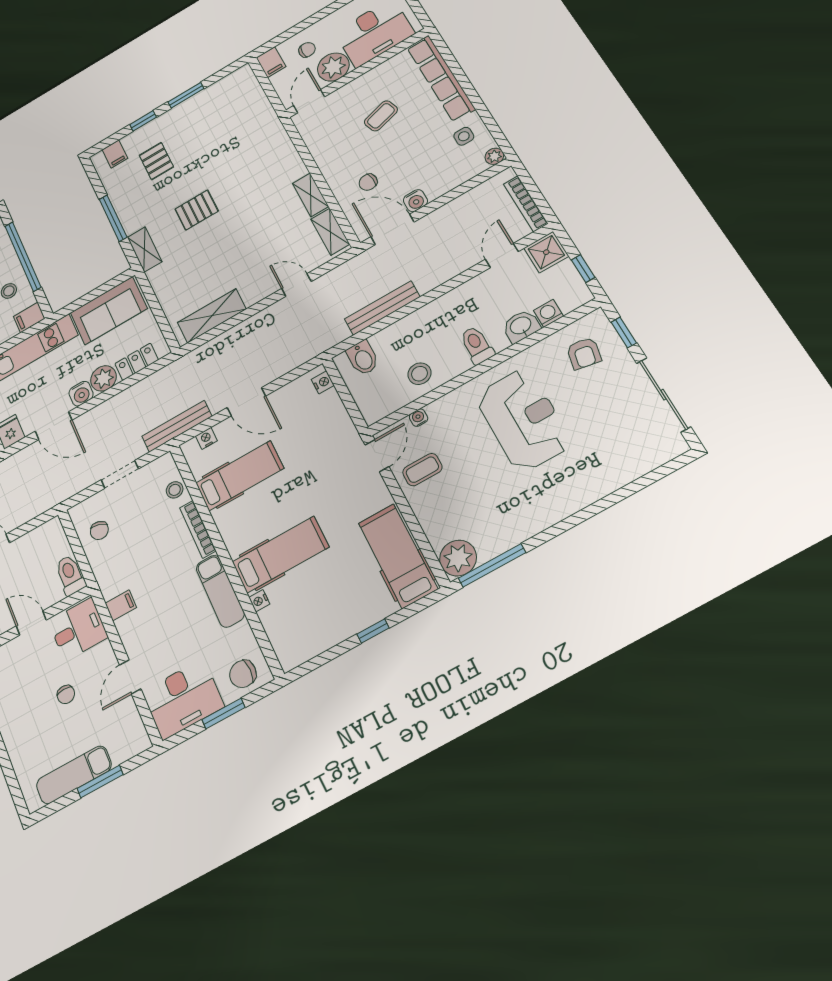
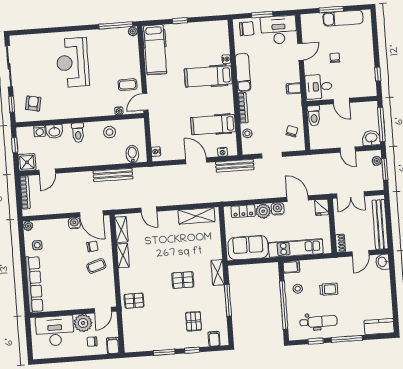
coffee table: (381, 116) -> (96, 266), moved
pallet: (264, 140) -> (134, 301), added
reception desk: (523, 420) -> (73, 63), moved
plant: (458, 558) -> (133, 31), width x0.53, depth x0.53

